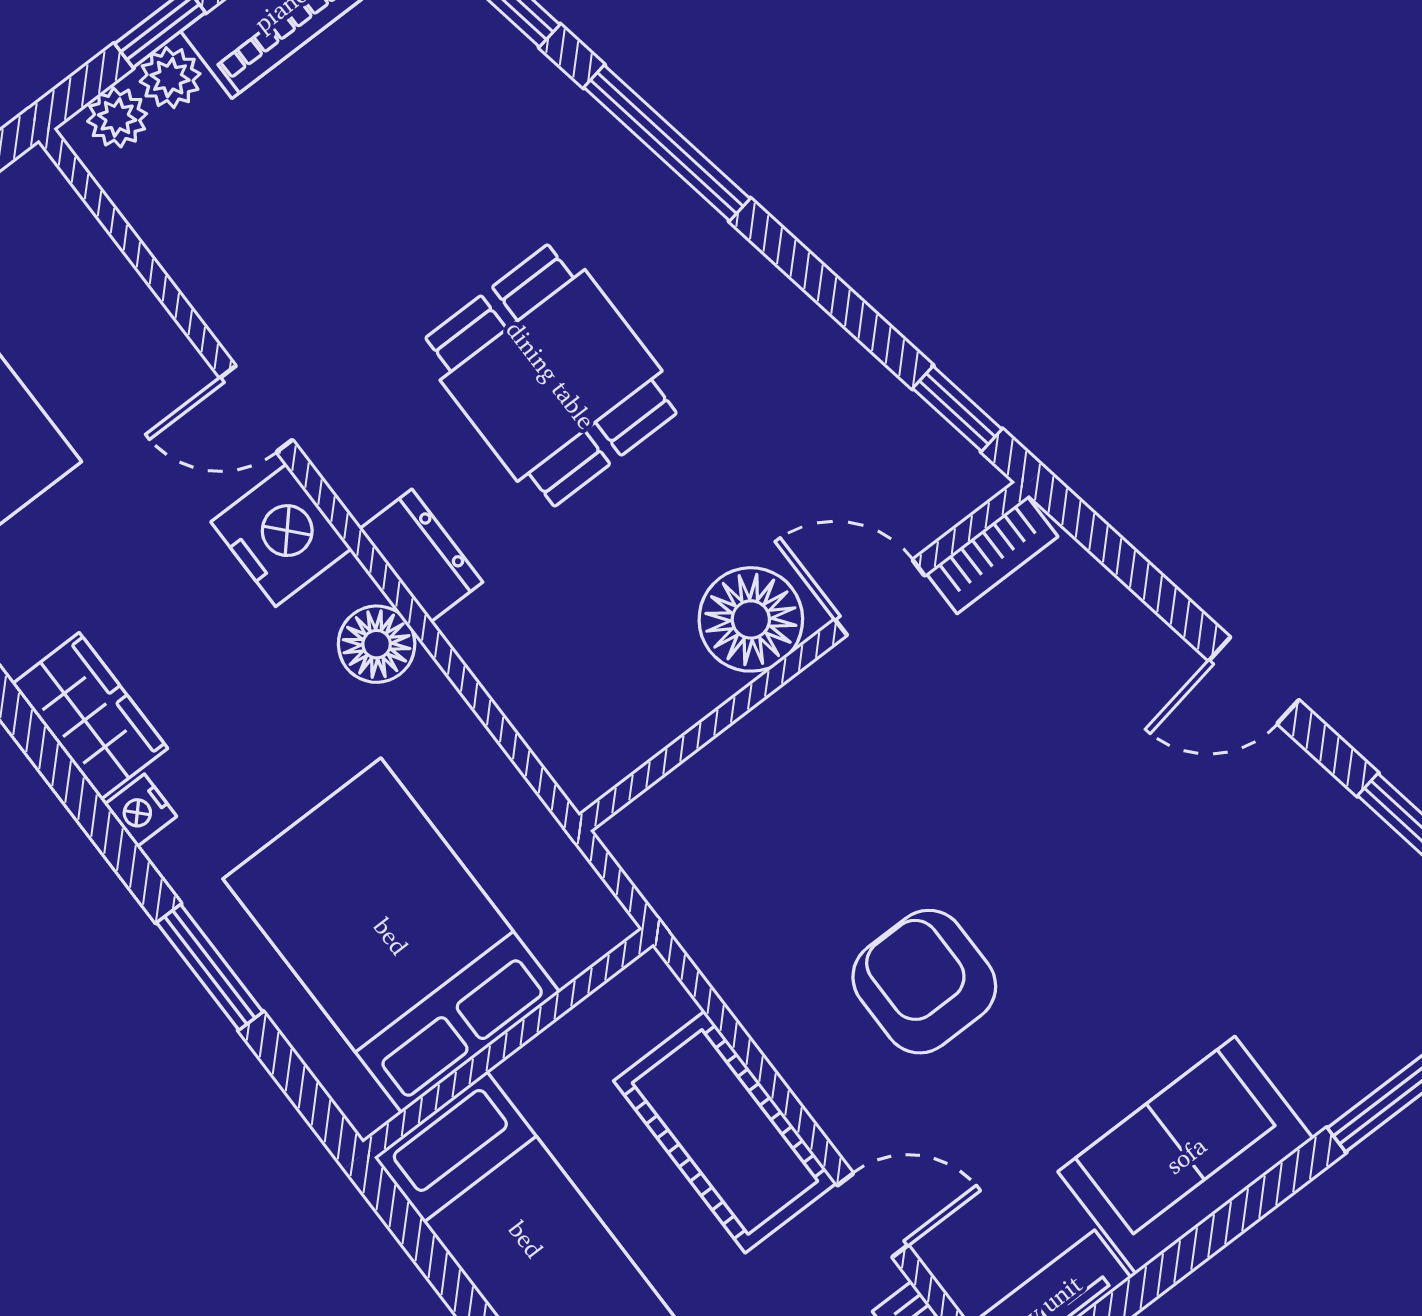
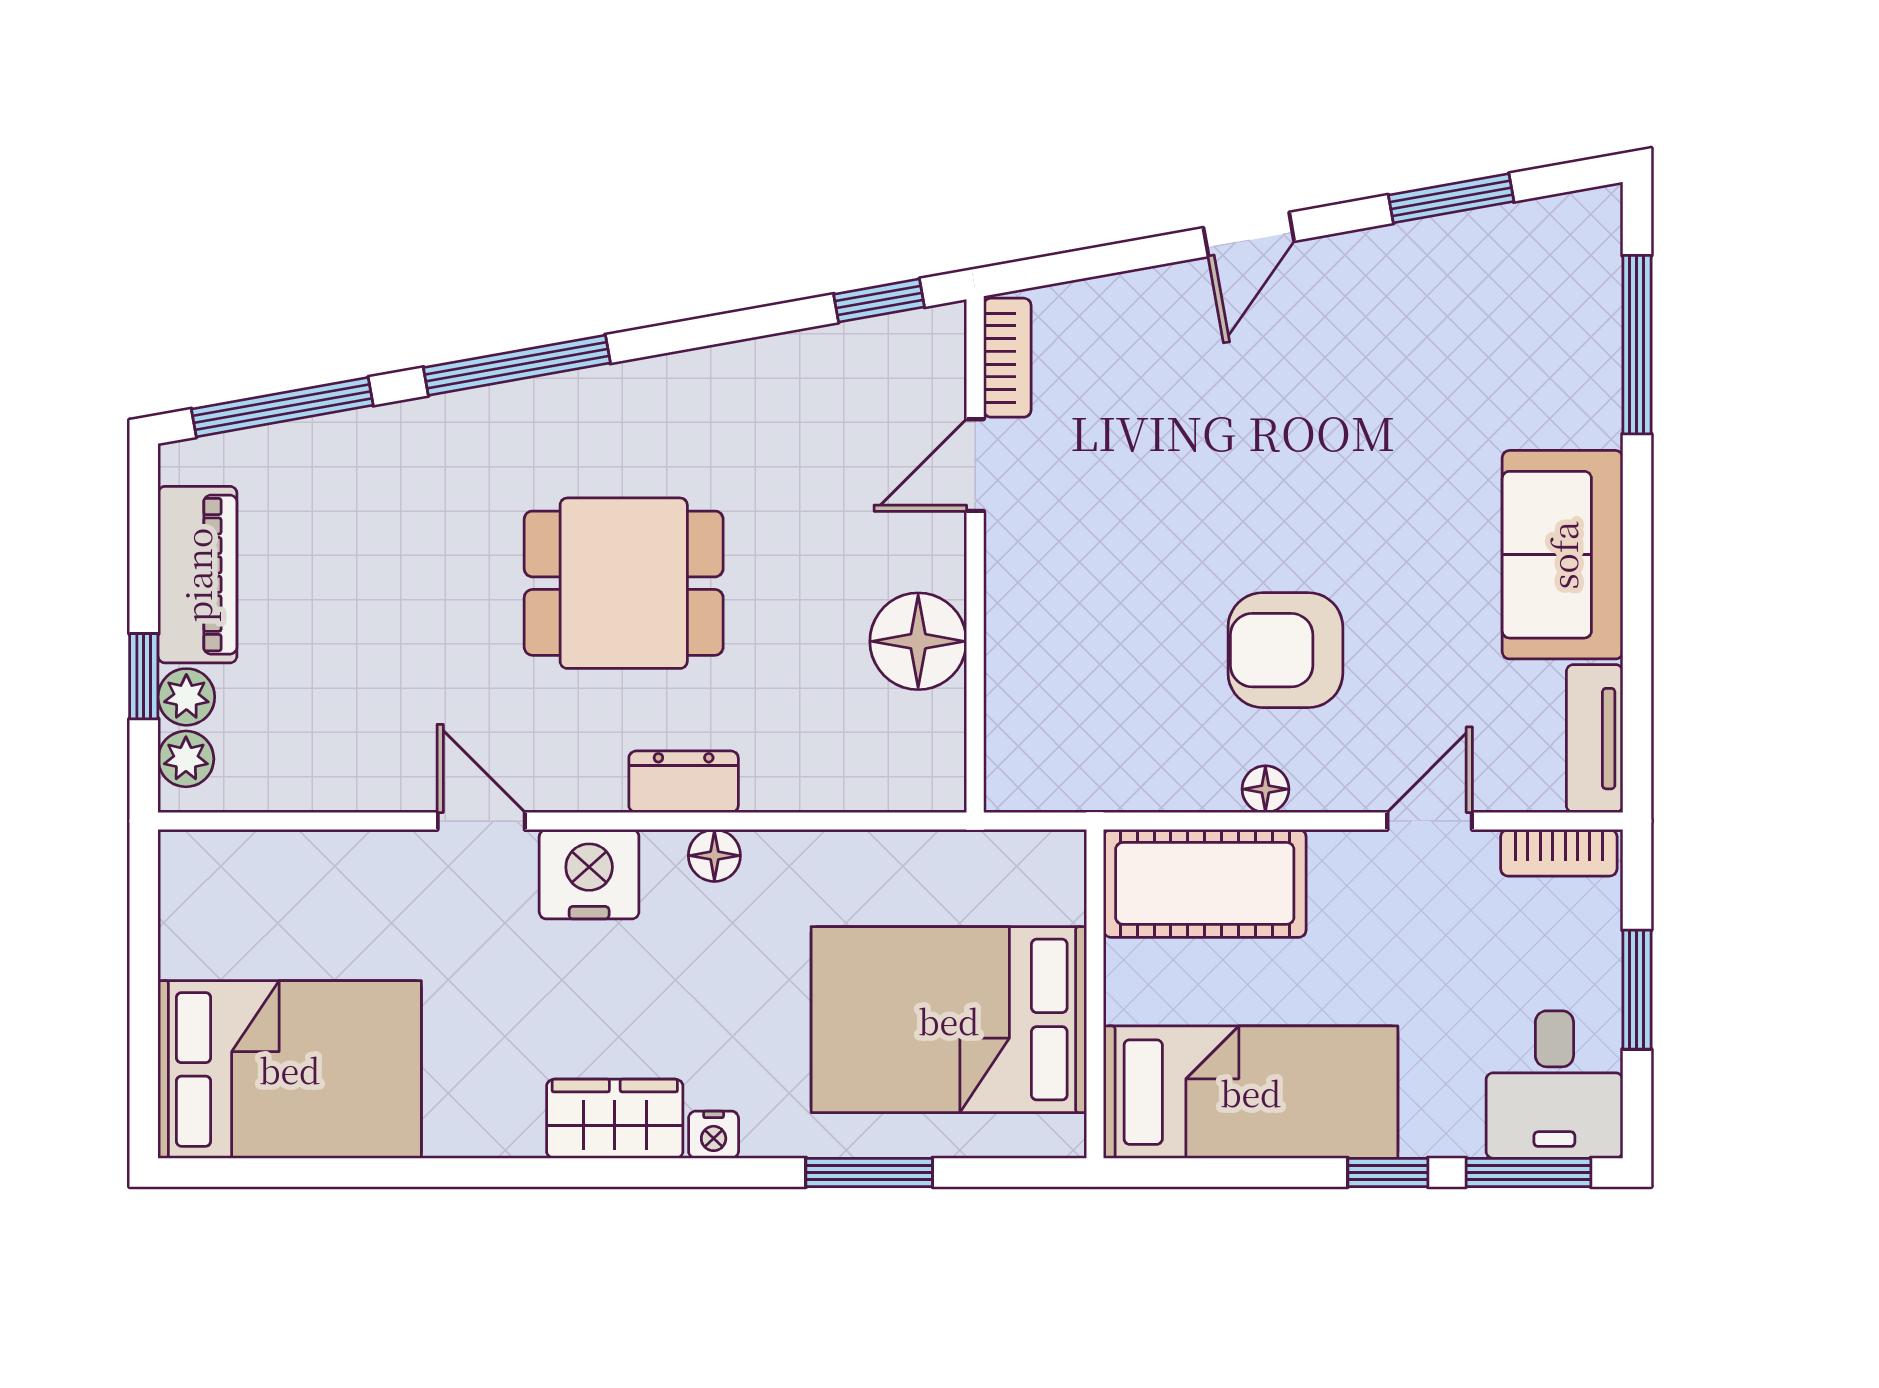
door: (256, 409) -> (481, 821), swing flipped
floor lamp: (751, 619) -> (918, 641), moved
floor lamp: (377, 644) -> (714, 856), width x0.73, depth x0.73
floor lamp: (793, 1055) -> (1265, 789), added
cot: (725, 1132) -> (1205, 883), moved

